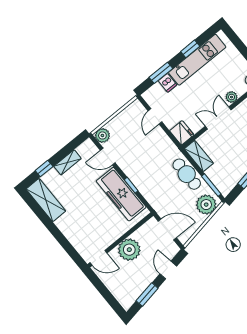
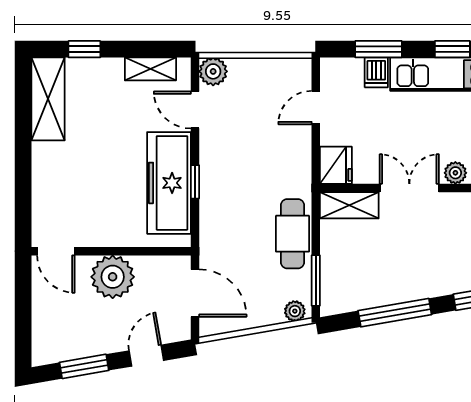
shelving: (199, 156) -> (349, 205), moved, turned 90
shelving: (68, 162) -> (150, 69), moved
plant: (206, 205) -> (295, 311), width x0.53, depth x0.53

